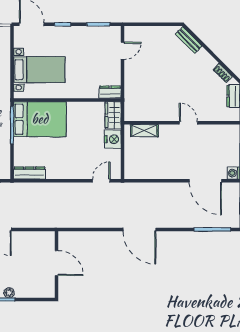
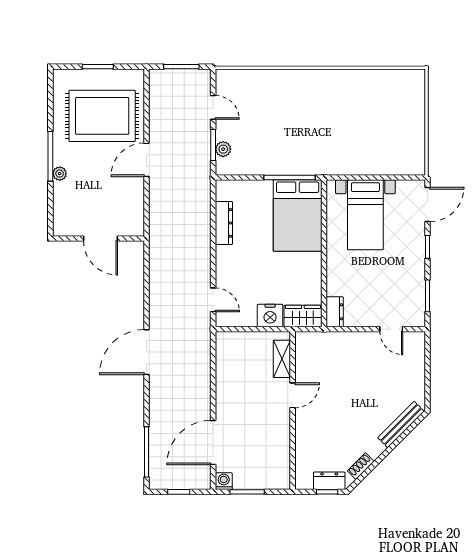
bench: (189, 40) -> (401, 425), width x1.36
door: (188, 123) -> (293, 395), moved
dresser: (29, 173) -> (224, 223), moved
door: (56, 263) -> (100, 239), hinge flipped

